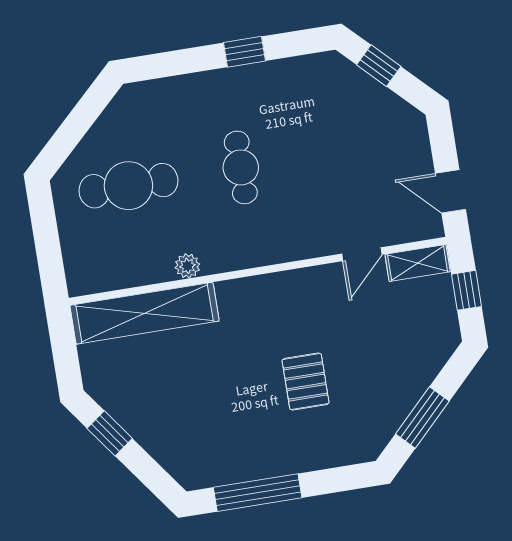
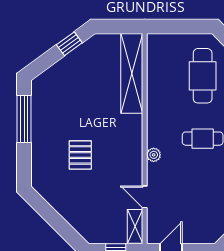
plant: (187, 266) -> (154, 155), moved
pallet: (306, 382) -> (80, 155), turned 90
window: (422, 418) -> (50, 215), removed

